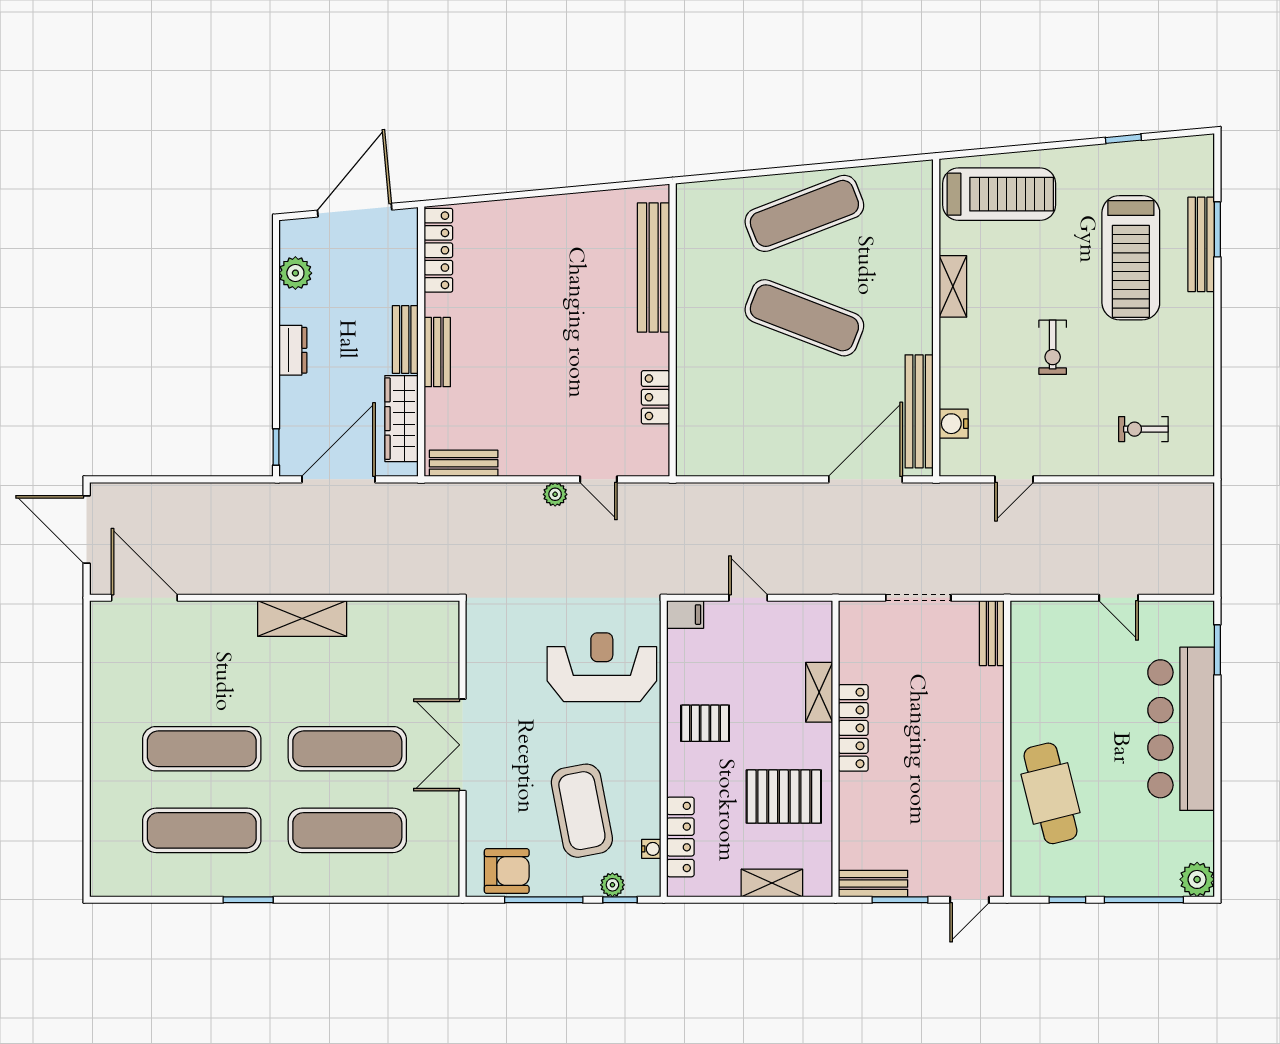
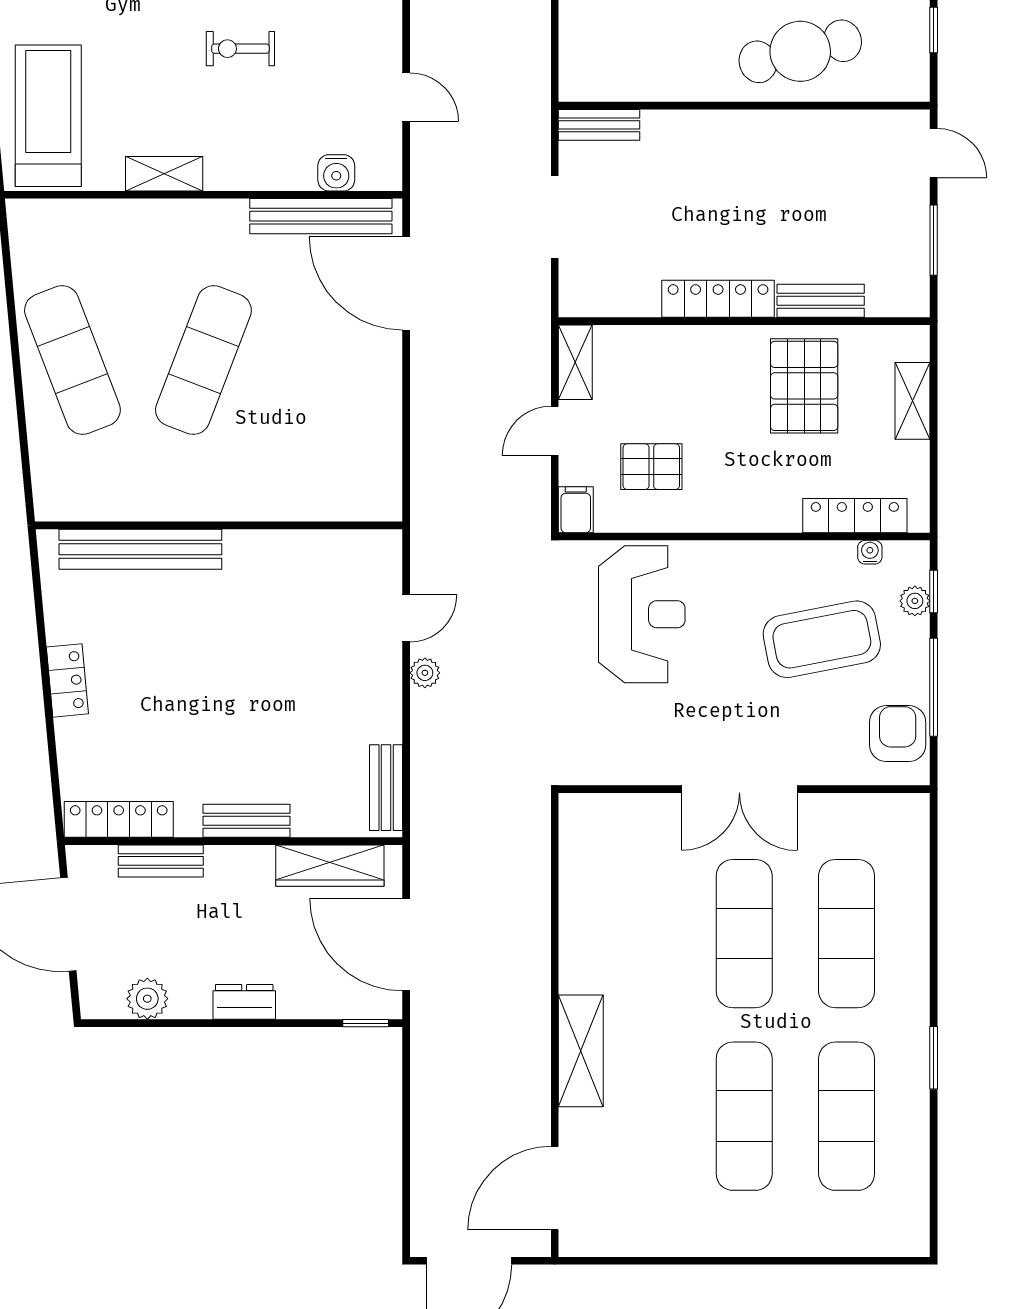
bench: (405, 339) -> (161, 861), moved
exercise bike: (1053, 347) -> (240, 49), turned 180
locker: (655, 397) -> (67, 680), moved, turned -95
shelving: (302, 619) -> (581, 1051), moved
reception desk: (602, 667) -> (642, 614), turned 180
shelving: (819, 692) -> (575, 362), moved, turned 90
pallet: (705, 723) -> (651, 467), moved, turned 90
bench: (873, 884) -> (821, 301), moved, turned 90

